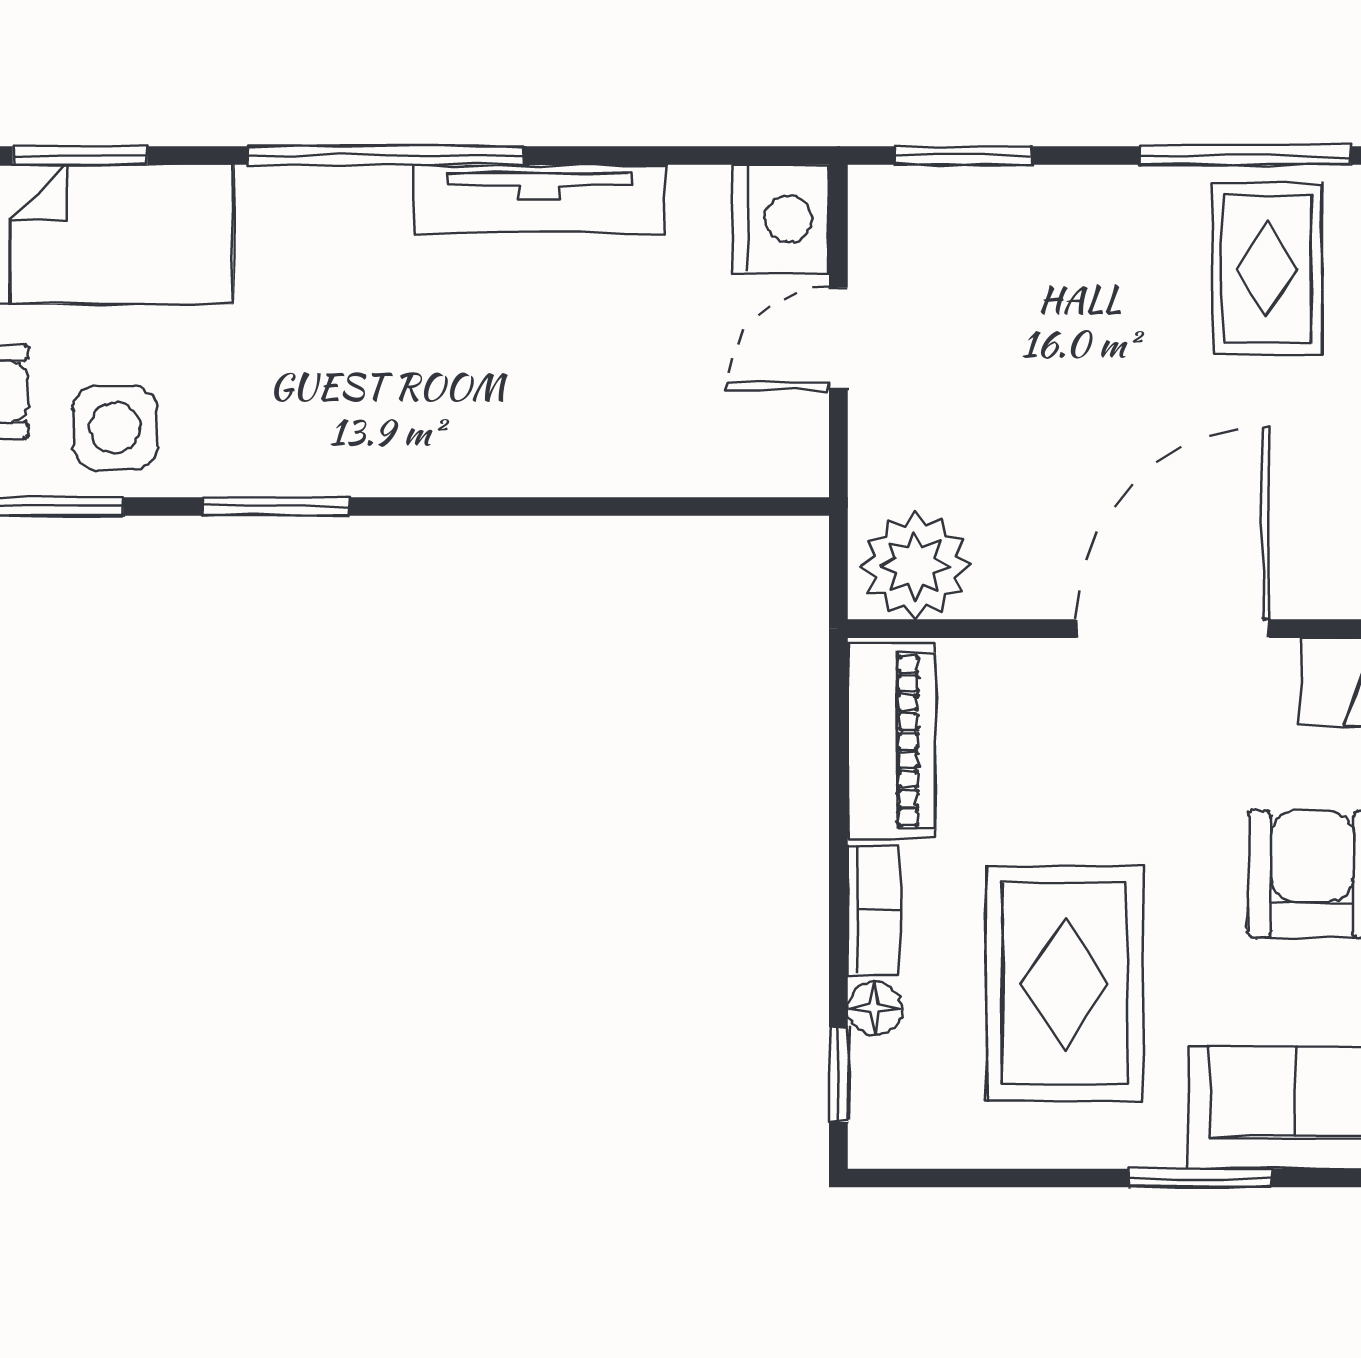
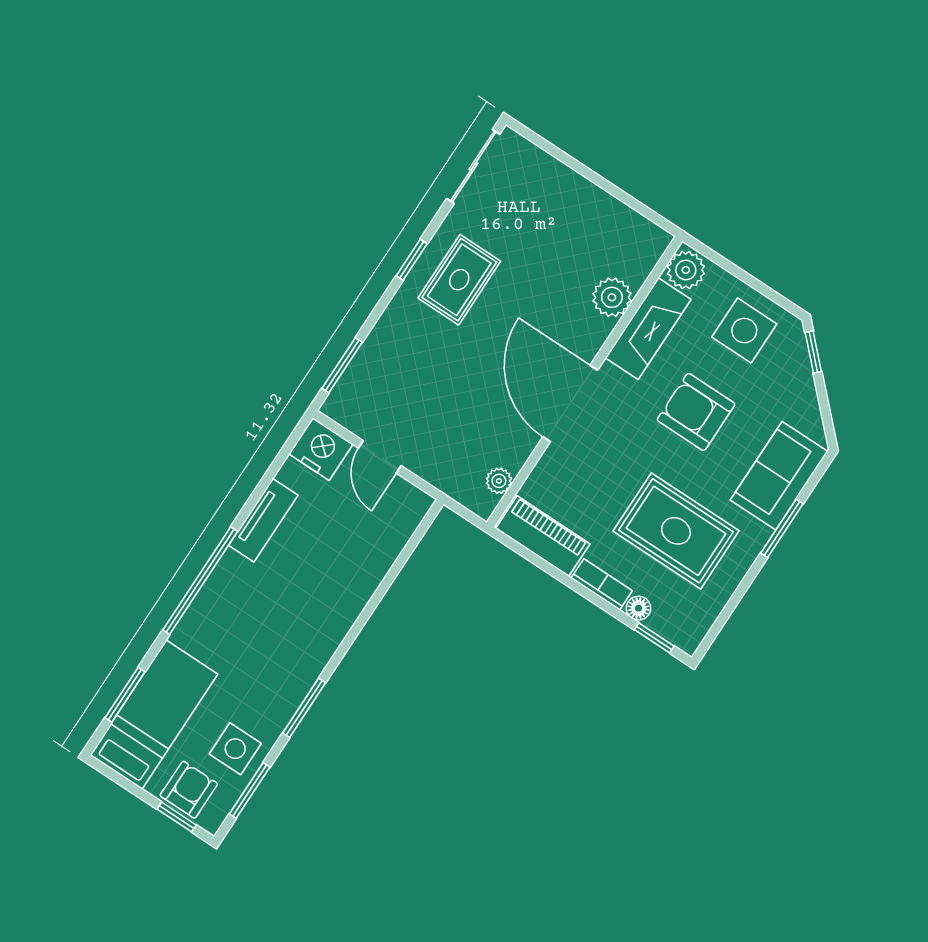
window: (1246, 155) -> (412, 260), width x0.46
tv unit: (539, 199) -> (263, 520), width x0.71
rug: (1267, 269) -> (459, 280), turned 90
plant: (915, 566) -> (499, 481), width x0.53, depth x0.53

